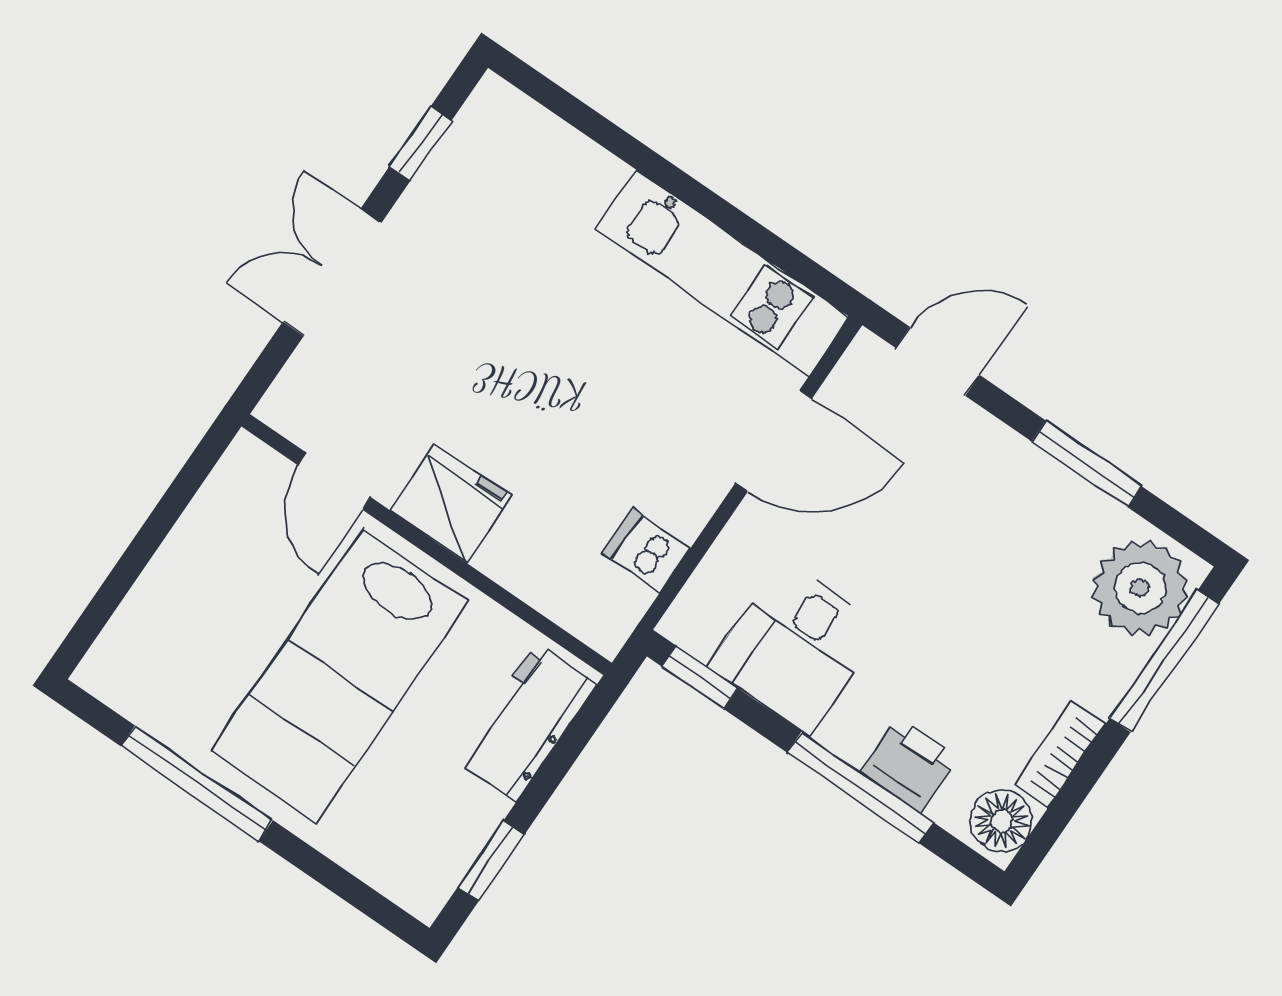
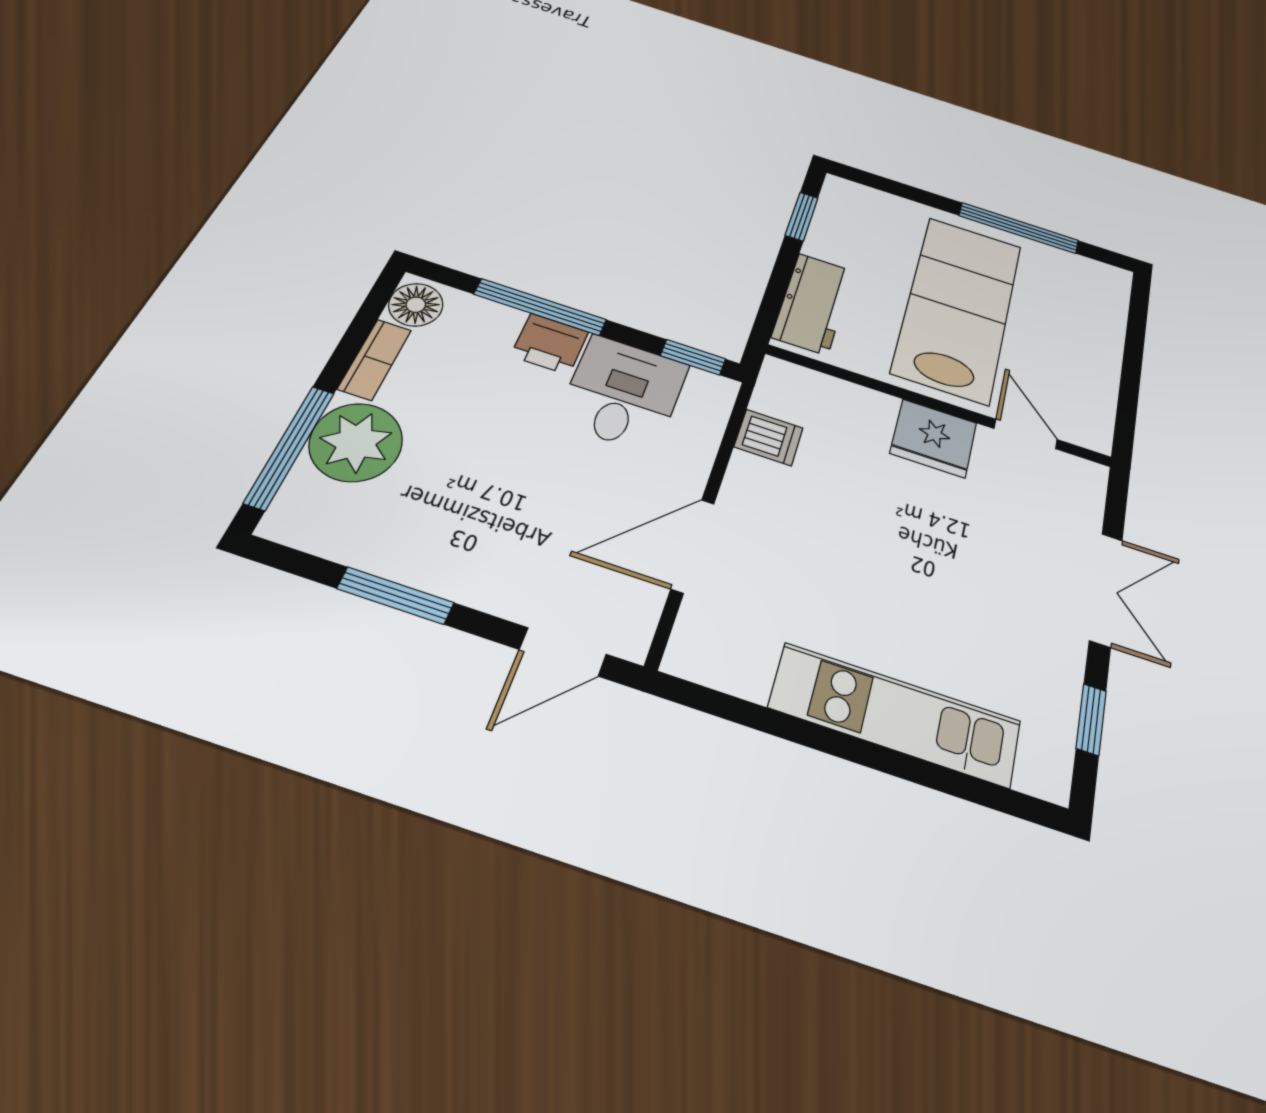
kitchen unit: (722, 273) -> (895, 715), moved
plant: (1140, 588) -> (356, 442), moved
printer: (909, 765) -> (550, 344), moved

